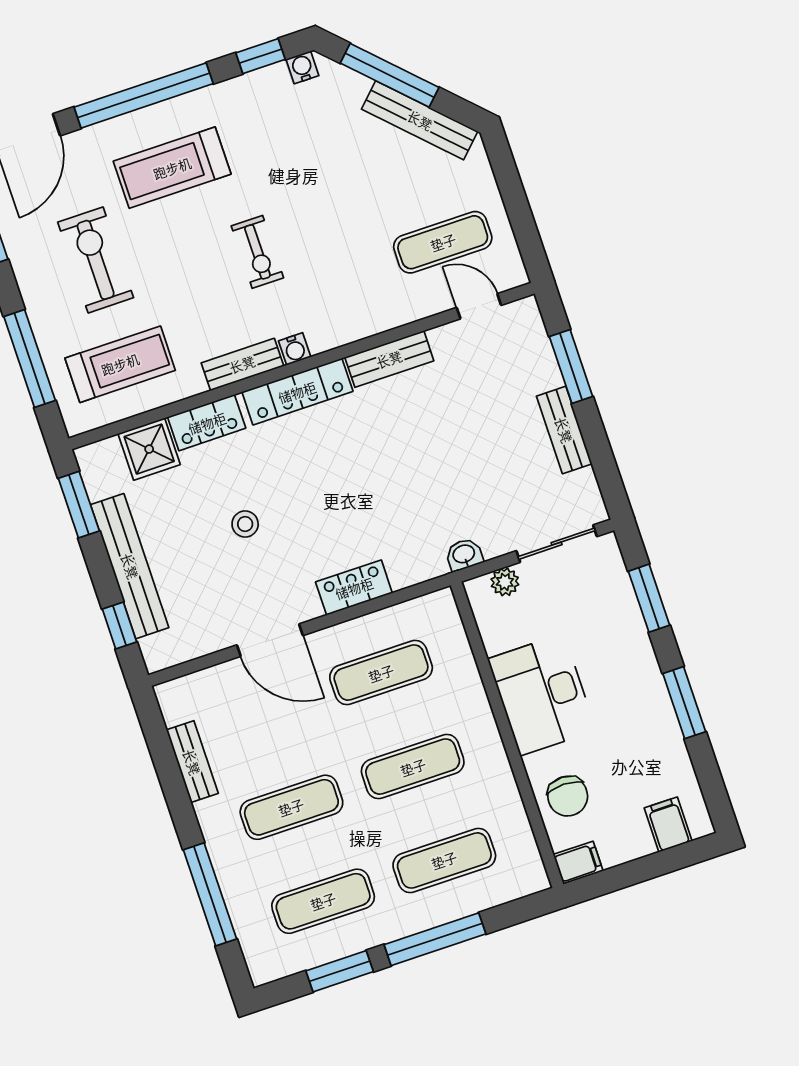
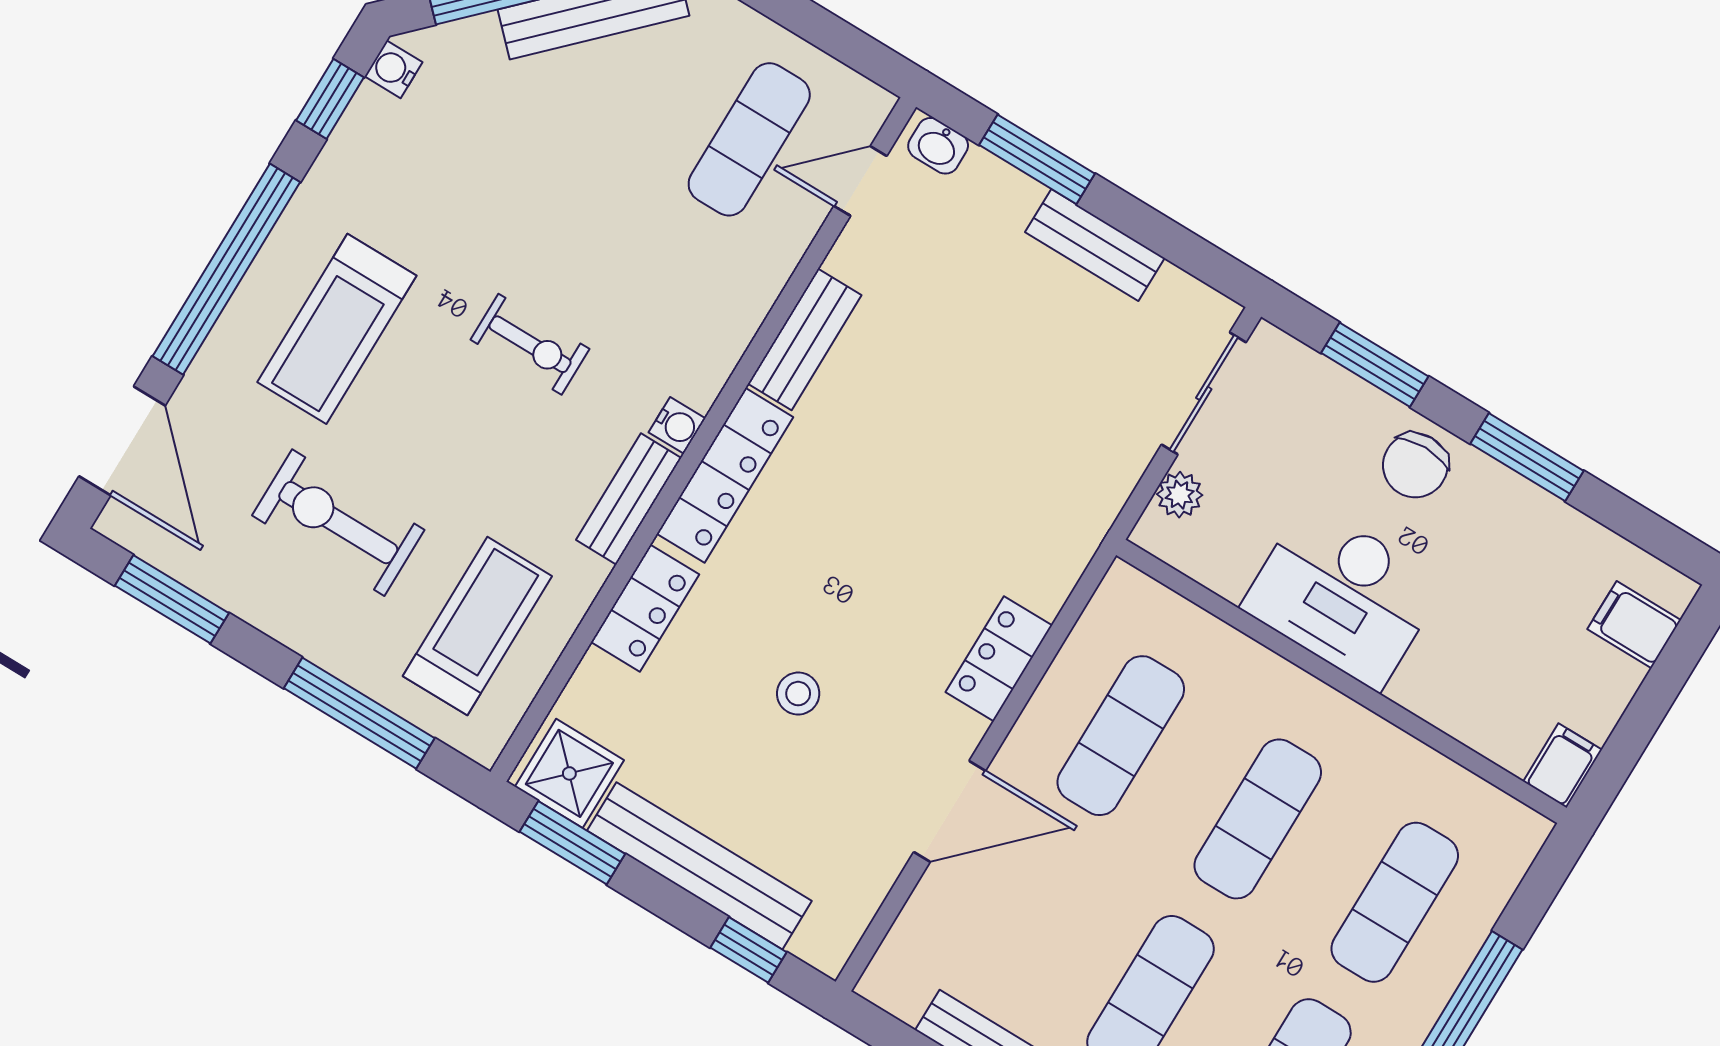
shower: (149, 449) -> (569, 773), moved
washbasin: (464, 555) -> (938, 146), moved, turned -90
chair: (568, 796) -> (1415, 465), moved, turned 90

